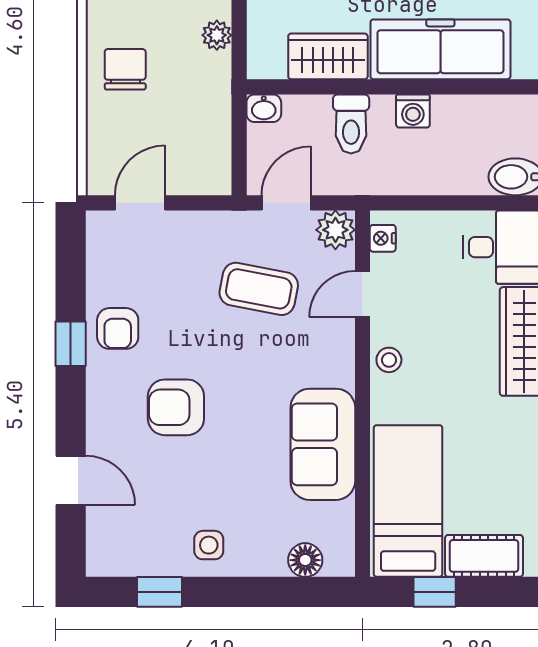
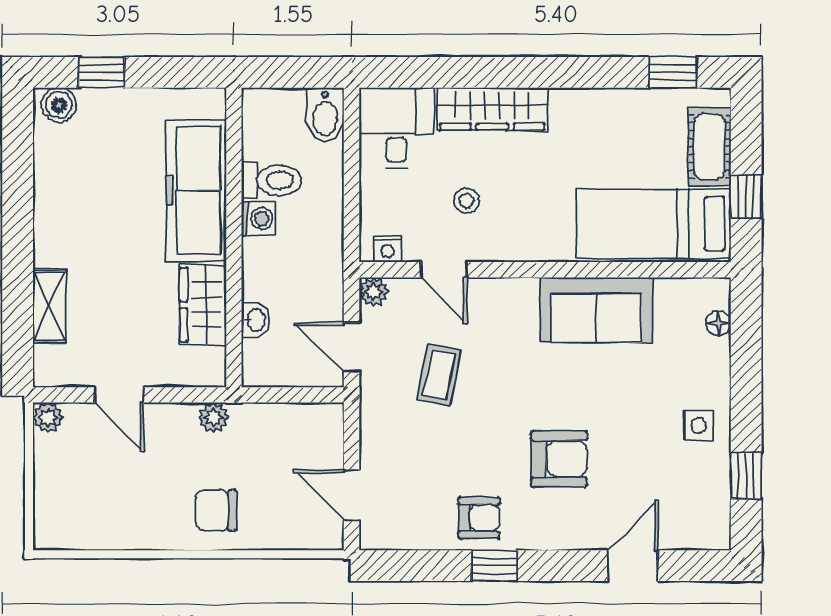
plant: (217, 35) -> (213, 417), moved
washbasin: (264, 108) -> (256, 320), moved
toilet: (351, 124) -> (272, 180), moved
plant: (335, 230) -> (374, 292), width x0.73, depth x0.73
coffee table: (259, 289) -> (439, 375), width x0.73, depth x0.77
stool: (389, 360) -> (466, 201), moved
armchair: (176, 407) -> (559, 459), turned -90
floor lamp: (305, 560) -> (718, 323), width x0.73, depth x0.73

